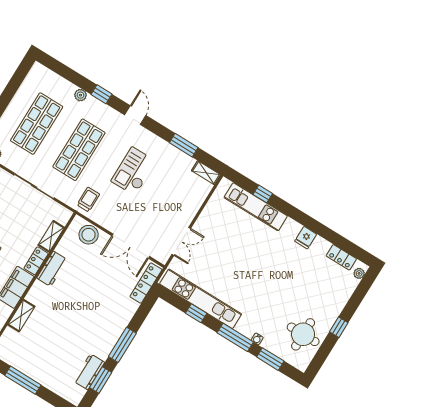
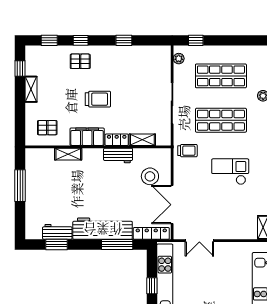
stool: (89, 235) -> (150, 176), moved
workbench: (113, 327) -> (103, 229), added
window: (122, 345) -> (117, 244), moved

